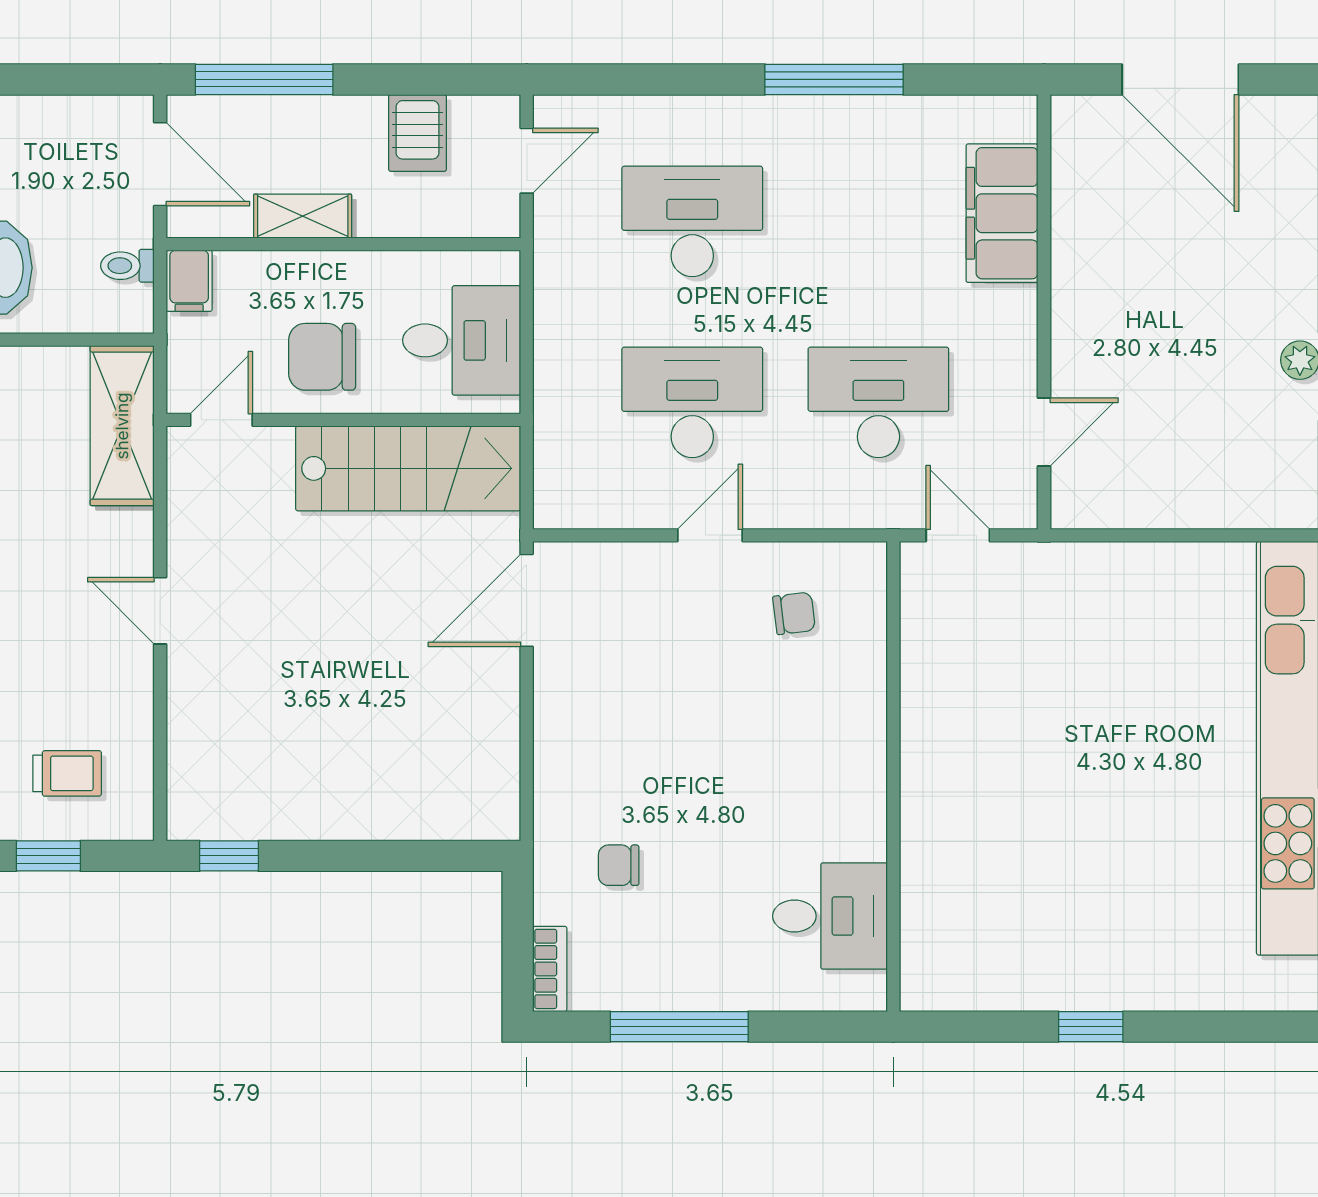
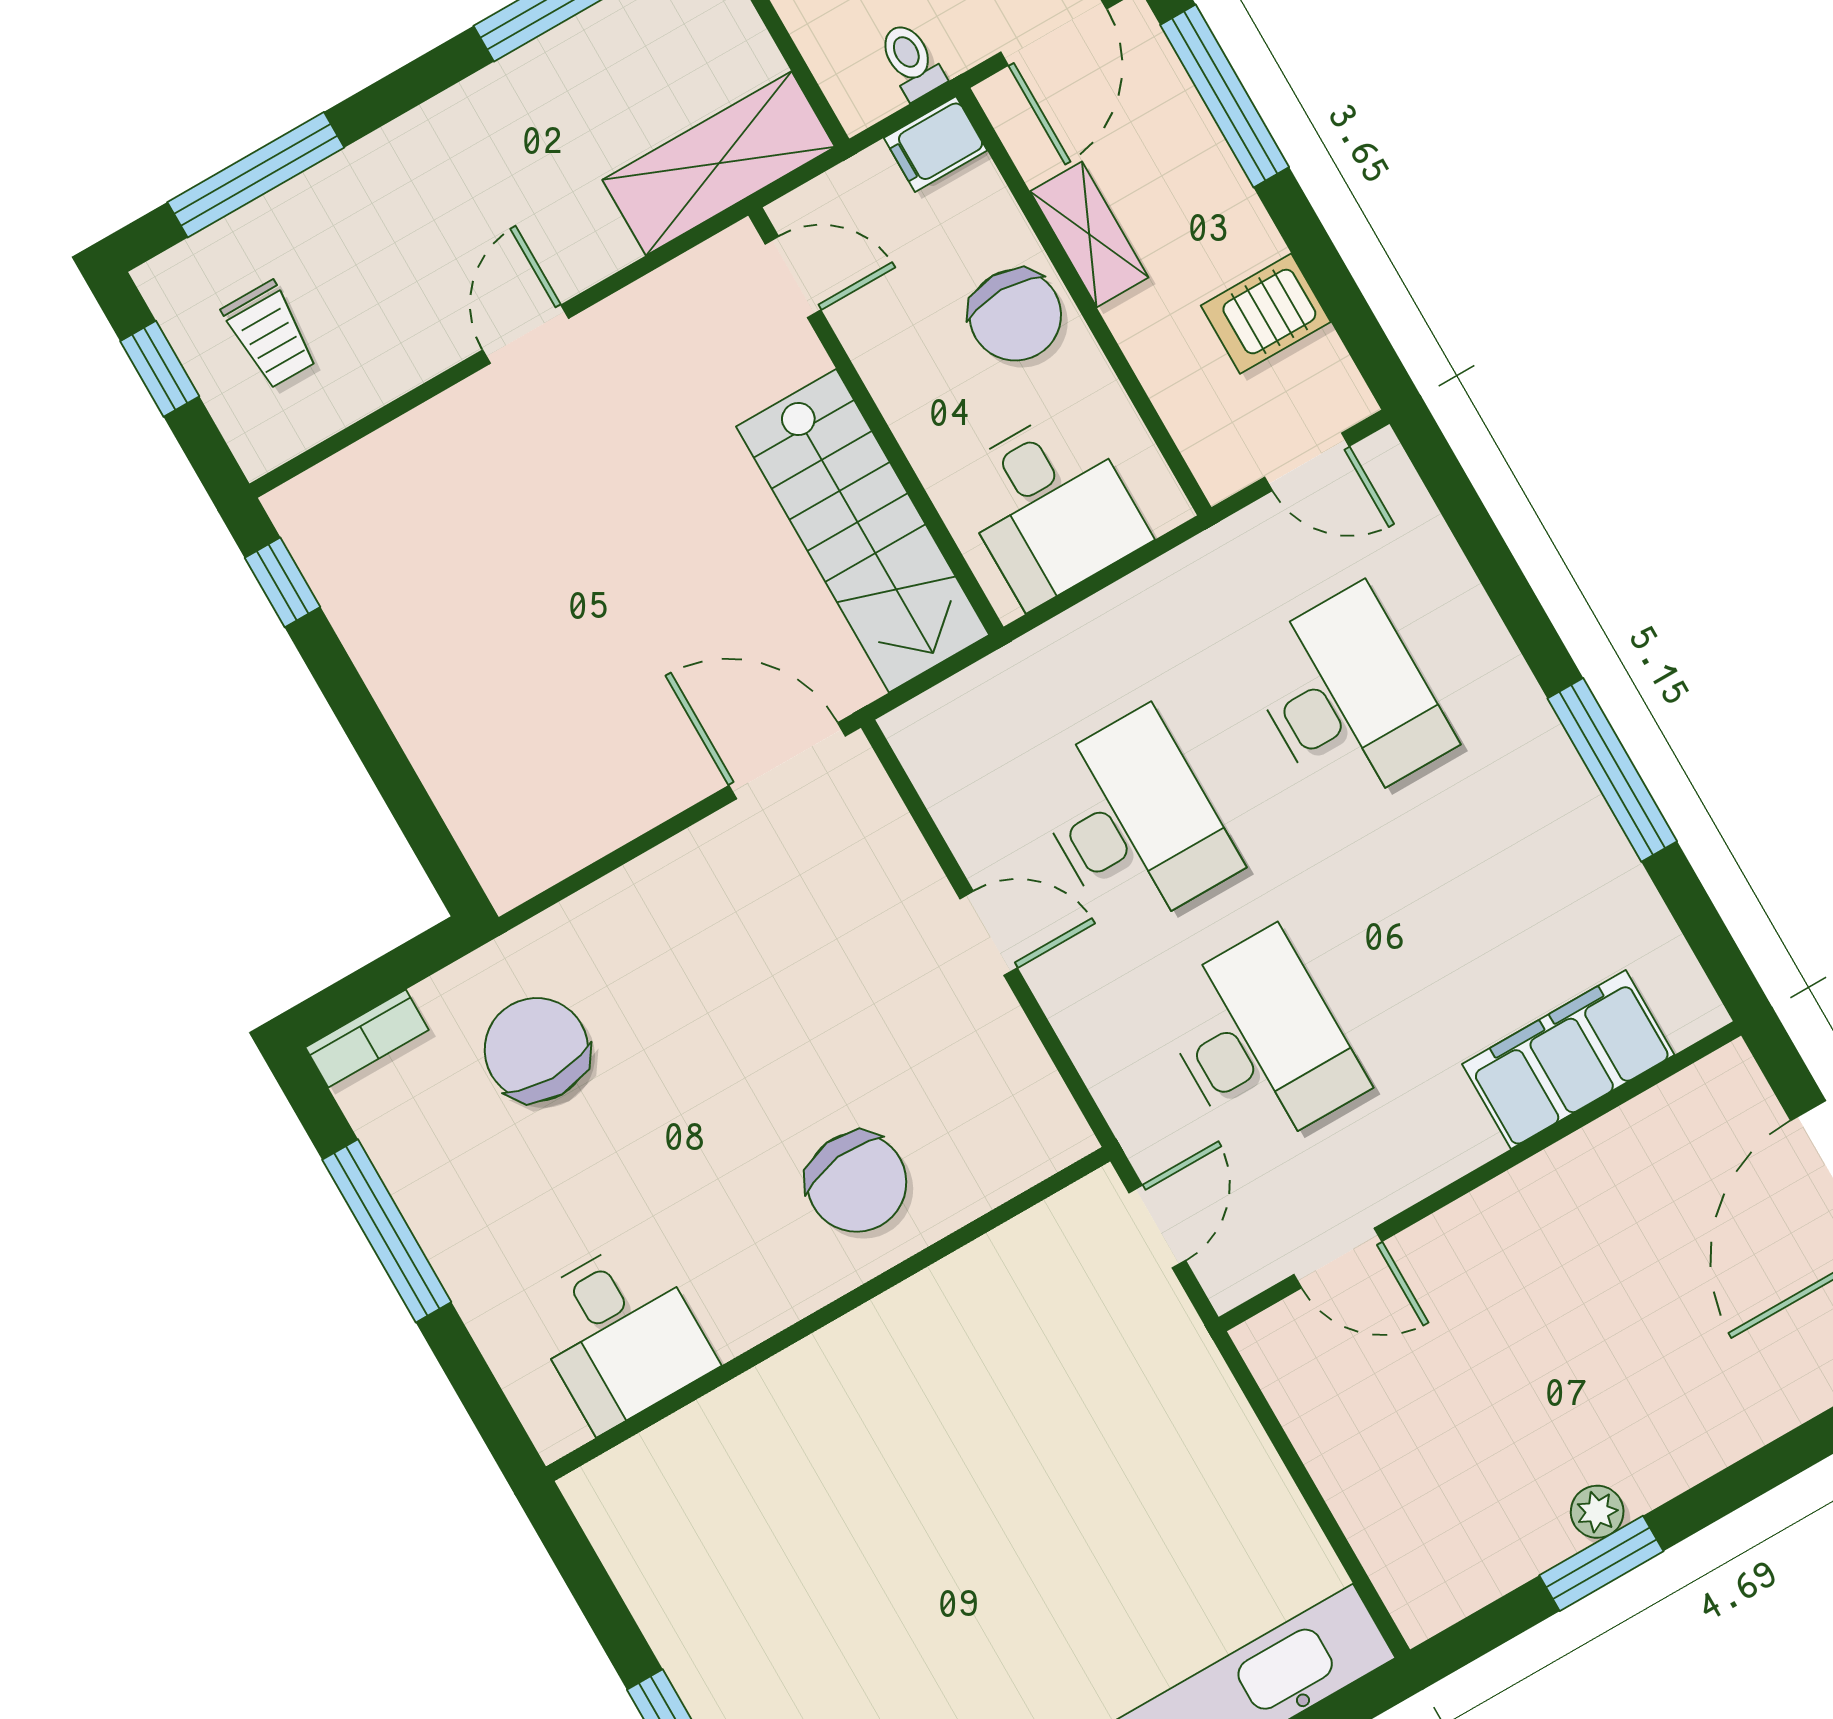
chair: (322, 357) -> (1015, 315), moved, turned 180
chair: (794, 613) -> (857, 1182), moved, width x1.87, depth x1.87
chair: (619, 865) -> (536, 1050), width x1.87, depth x1.87

